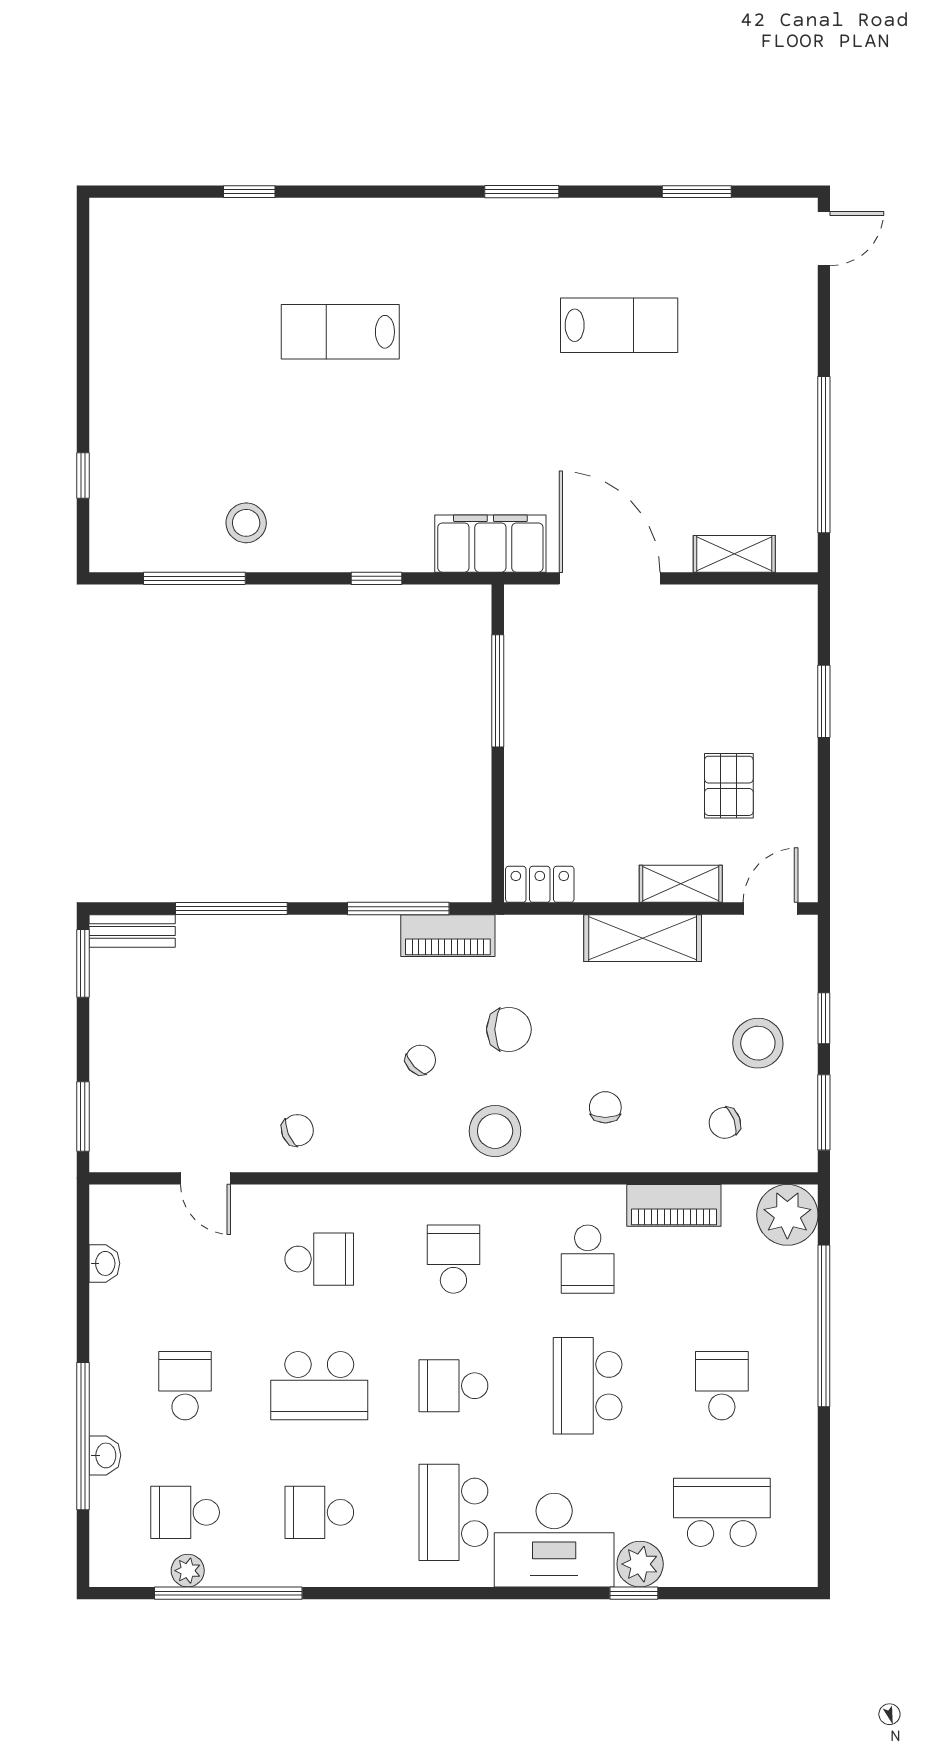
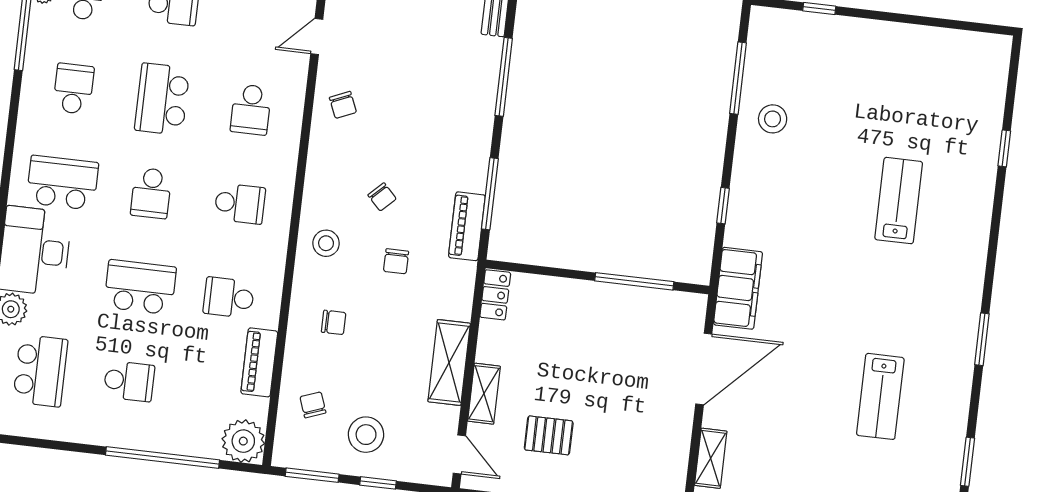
chair: (509, 1029) -> (396, 261), width x0.73, depth x0.73
stool: (495, 1131) -> (326, 243), width x0.73, depth x0.73
school desk: (453, 1386) -> (151, 193), turned 180

